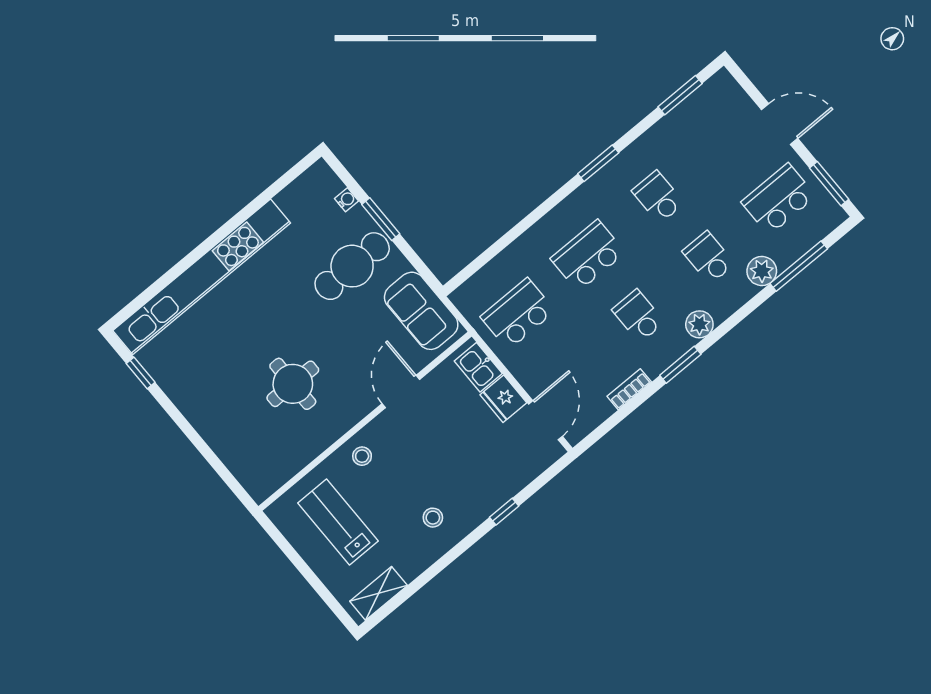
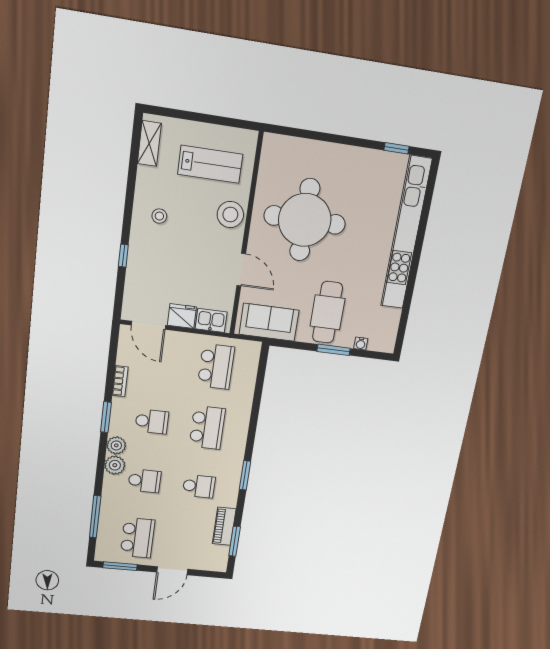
piano: (675, 124) -> (224, 526), added
plant: (762, 271) -> (115, 465), moved
round table: (293, 384) -> (305, 220), width x1.86, depth x1.86
stool: (362, 456) -> (230, 215), width x1.89, depth x1.89

